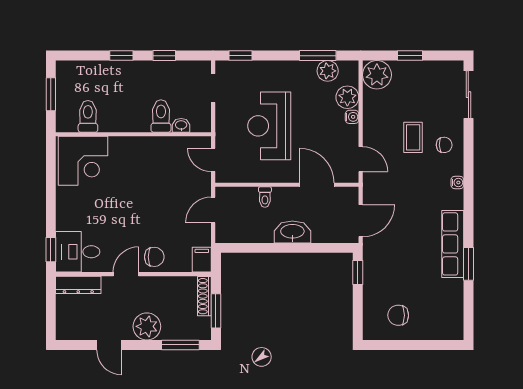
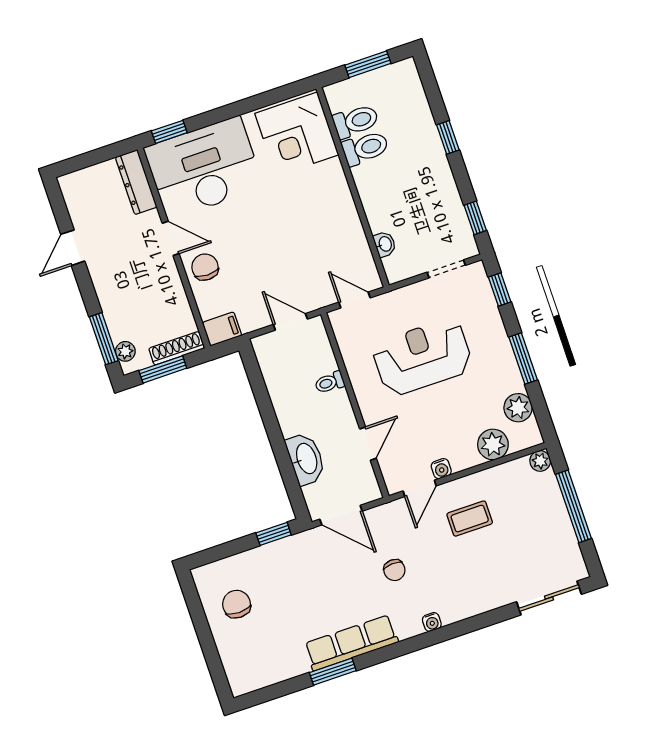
window: (164, 56) -> (475, 218), moved
window: (318, 56) -> (523, 359), moved
window: (410, 56) -> (573, 506), width x2.17
plant: (377, 75) -> (540, 461), width x0.53, depth x0.53
toilet: (161, 116) -> (365, 148), moved
water cooler: (352, 117) -> (441, 469), moved
coffee table: (413, 137) -> (470, 519), moved
chair: (444, 145) -> (394, 570), moved
door: (213, 160) -> (355, 300), hinge flipped
door: (317, 185) -> (368, 444), width x0.73
washbasin: (292, 232) -> (306, 459), moved
desk: (78, 252) -> (204, 168), width x1.87, depth x1.30
chair: (154, 257) -> (205, 267), turned 180
plant: (147, 326) -> (125, 351), moved, width x0.53, depth x0.53

